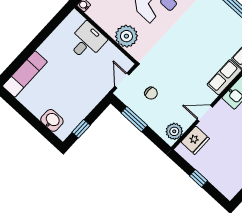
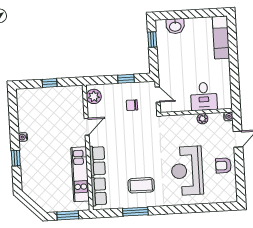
coffee table: (210, 22) -> (141, 185), added
plant: (126, 36) -> (202, 119), moved, width x0.53, depth x0.53
window: (134, 119) -> (126, 79), width x0.67
fridge: (195, 140) -> (75, 104), removed

